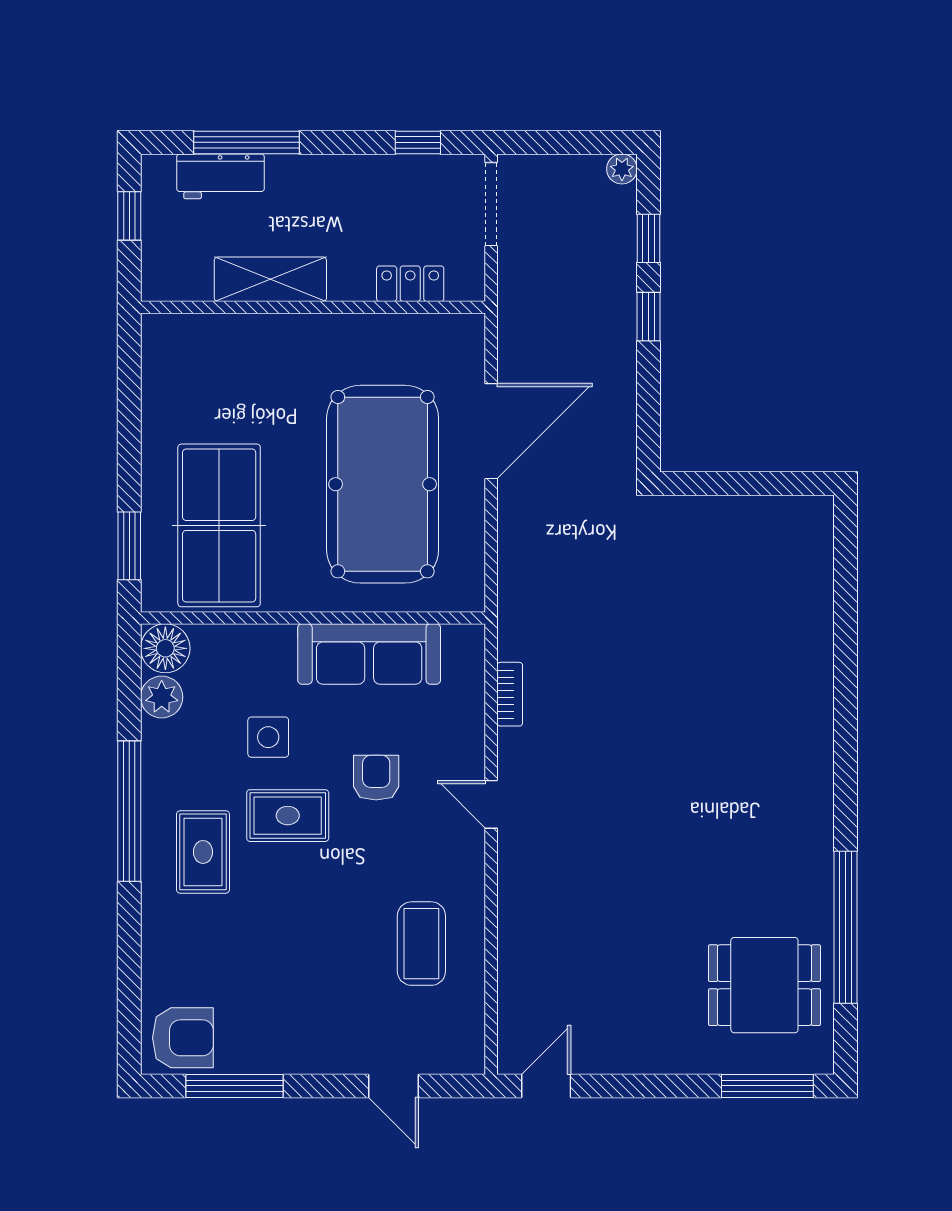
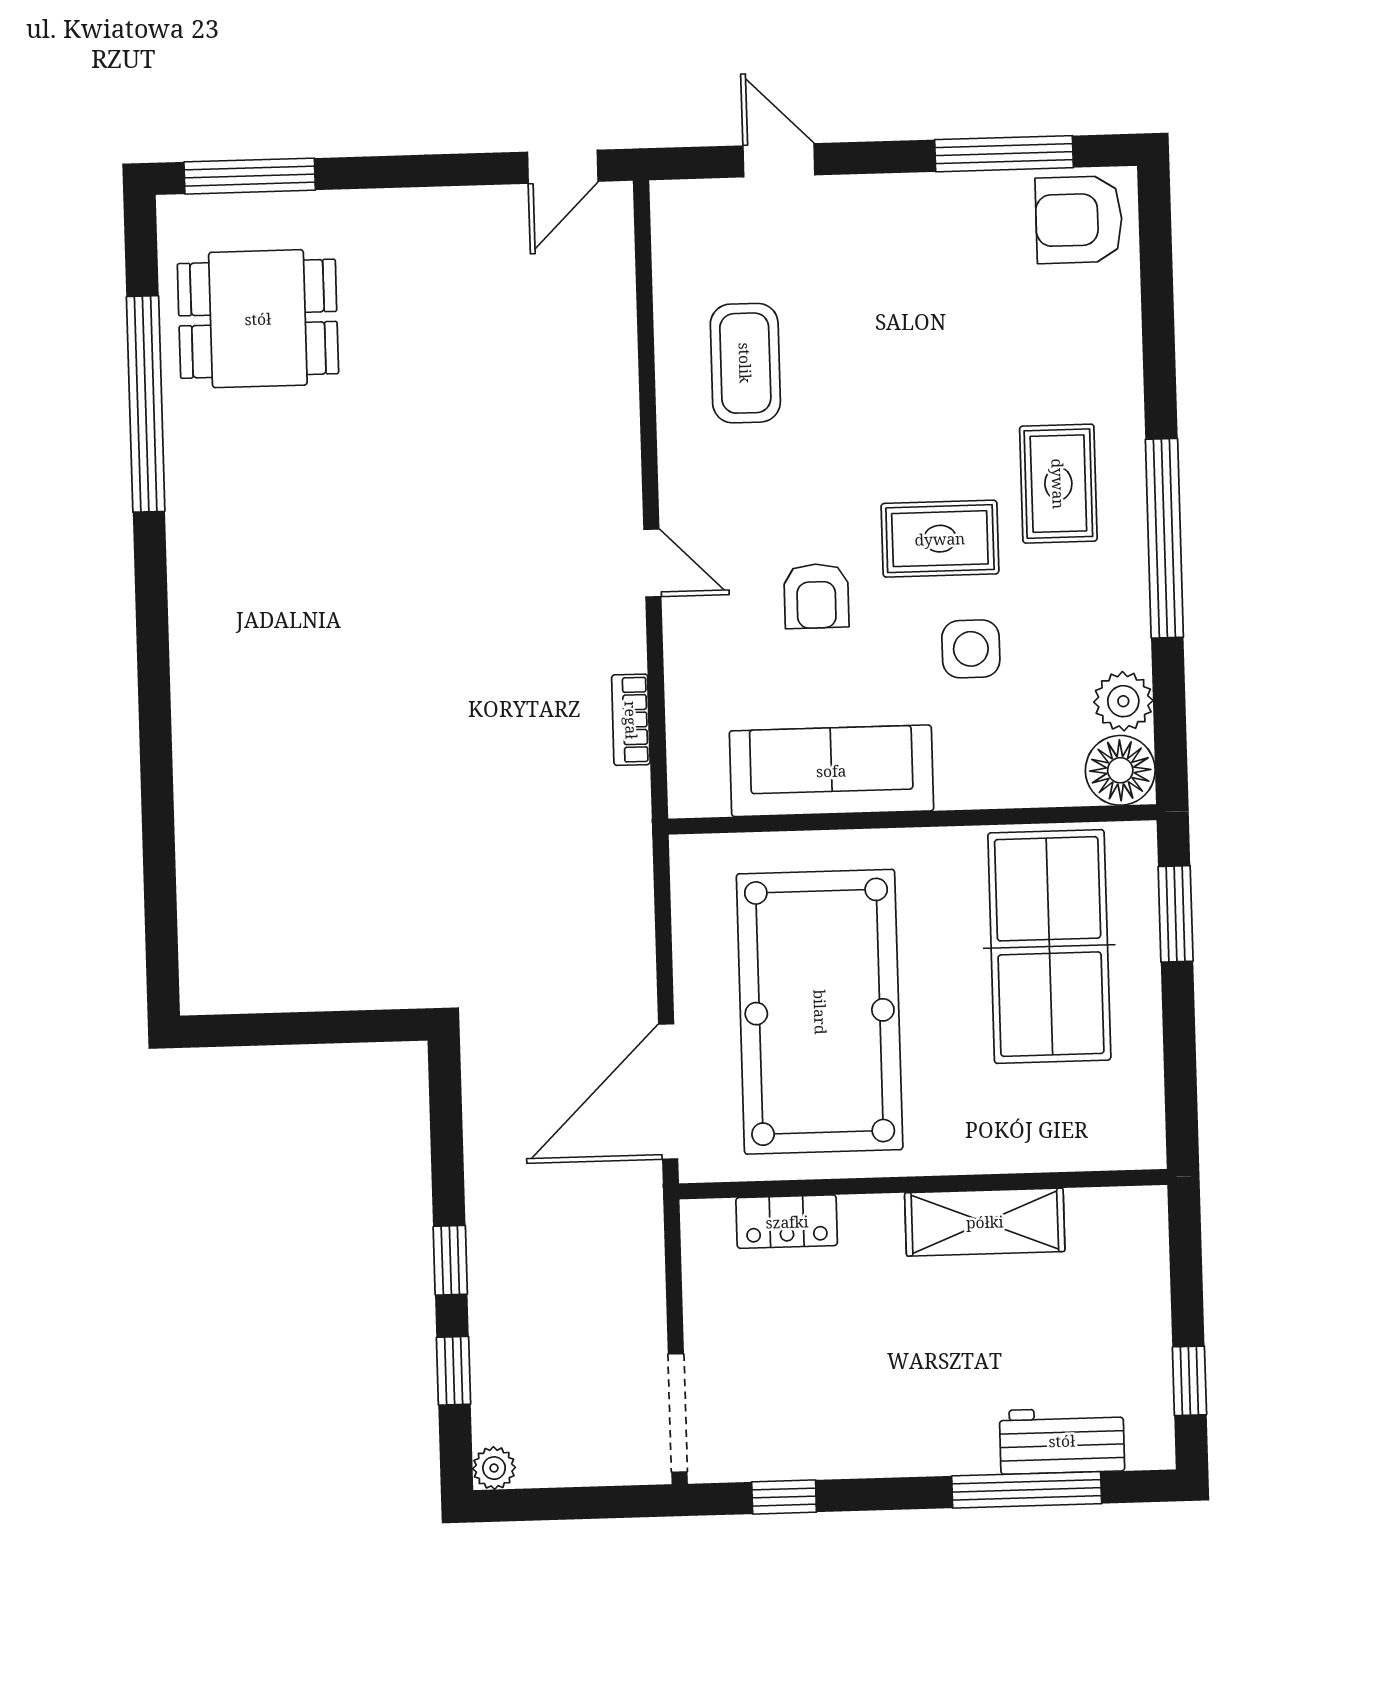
shelving: (270, 279) -> (985, 1222), moved
locker: (410, 284) -> (787, 1222), moved
wall: (313, 307) -> (923, 1184), moved

